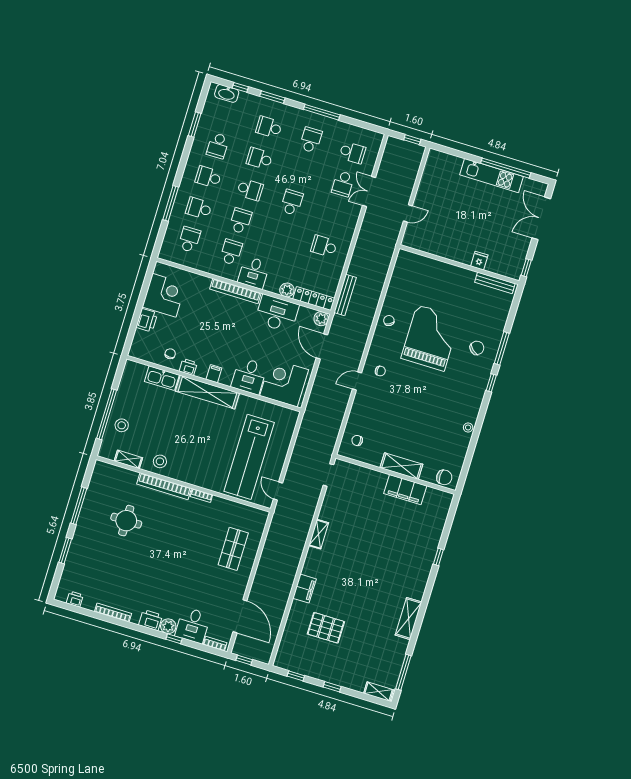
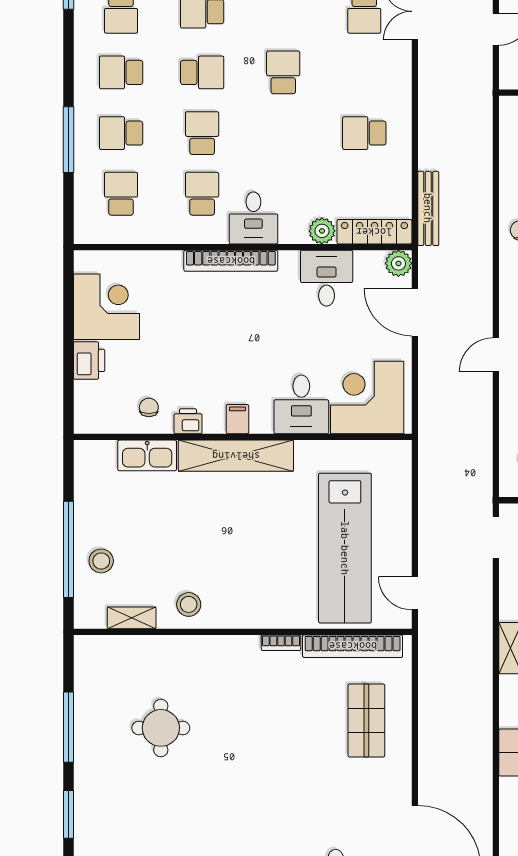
desk: (277, 314) -> (327, 278), width x0.73
bookcase: (164, 486) -> (353, 646), moved

